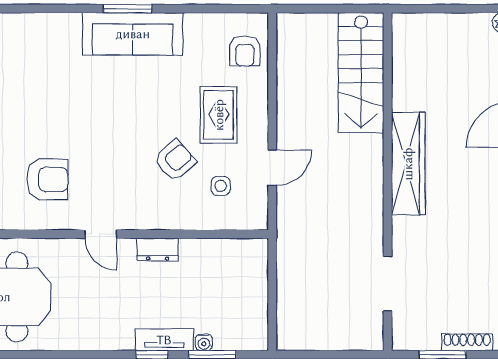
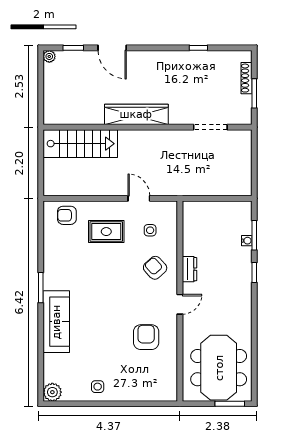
sofa: (133, 34) -> (56, 322), moved
armchair: (245, 51) -> (67, 215), turned 180
armchair: (175, 161) -> (155, 268), moved
tv unit: (164, 340) -> (245, 265), removed

